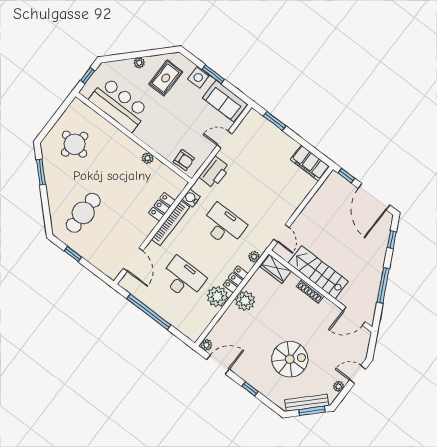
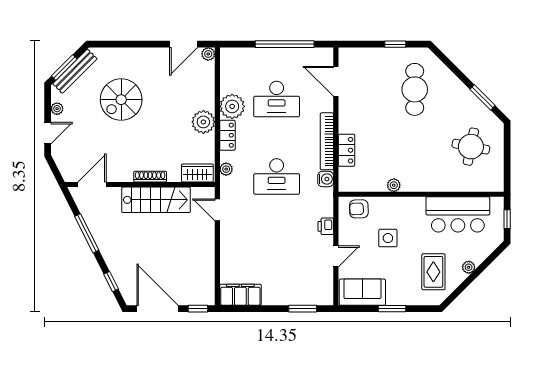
side table: (198, 78) -> (388, 238), moved
printer: (214, 172) -> (326, 226), width x0.53, depth x0.68
window: (250, 389) -> (137, 44), removed

